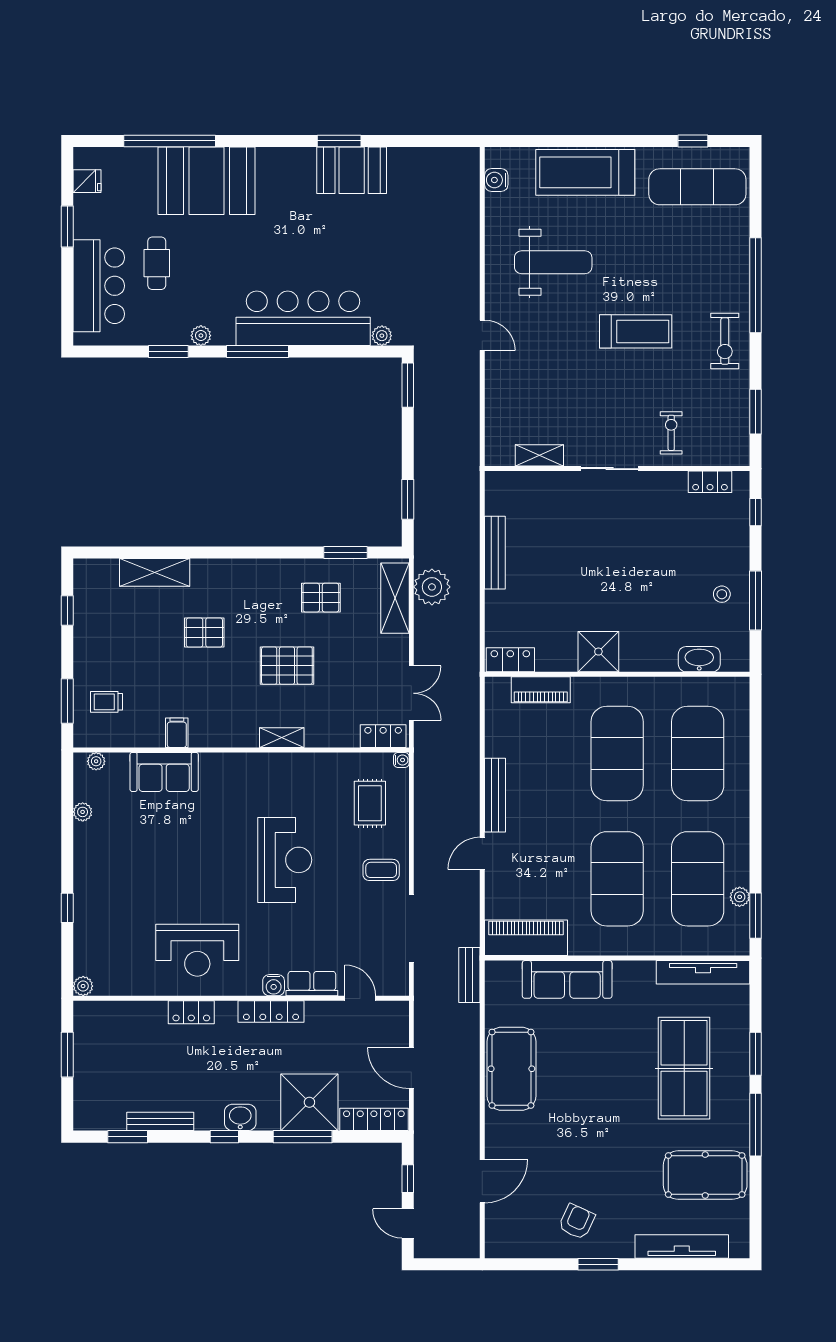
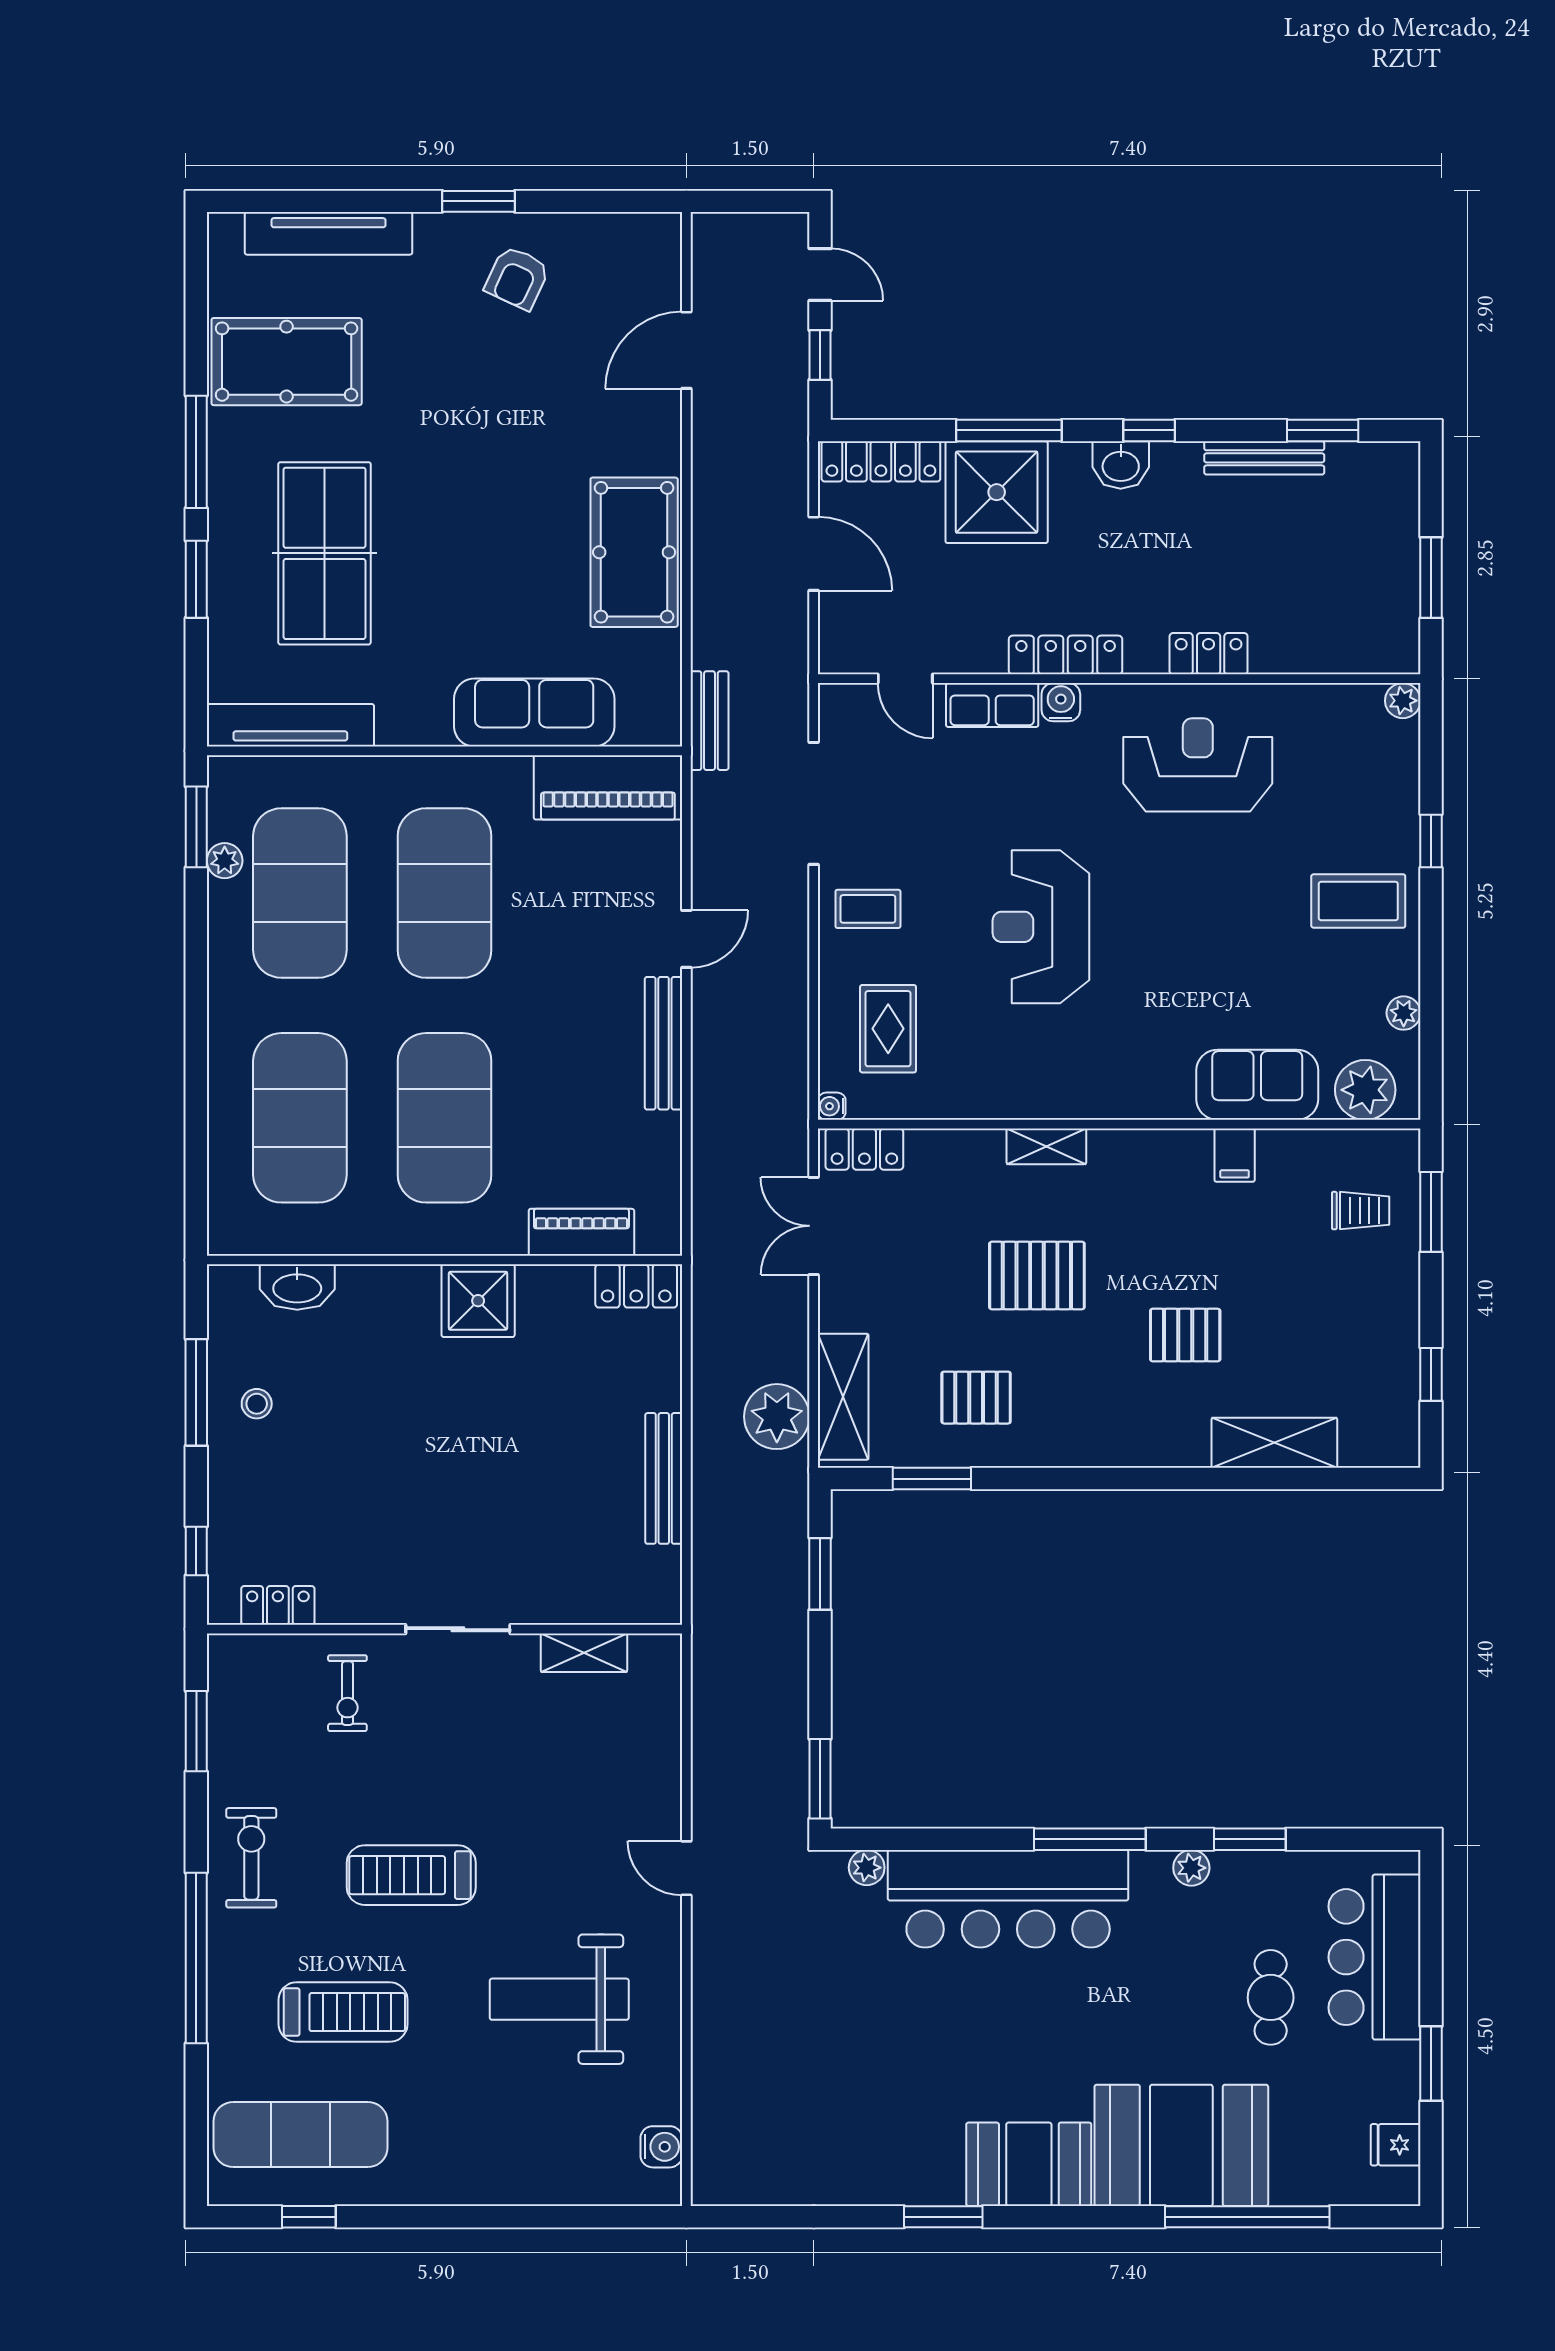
booth: (352, 170) -> (1029, 2164), moved
treadmill: (585, 172) -> (343, 2012), moved, width x0.73, depth x0.73
plant: (96, 761) -> (1365, 1090), width x1.87, depth x1.87
coffee table: (108, 874) -> (1358, 901), added

